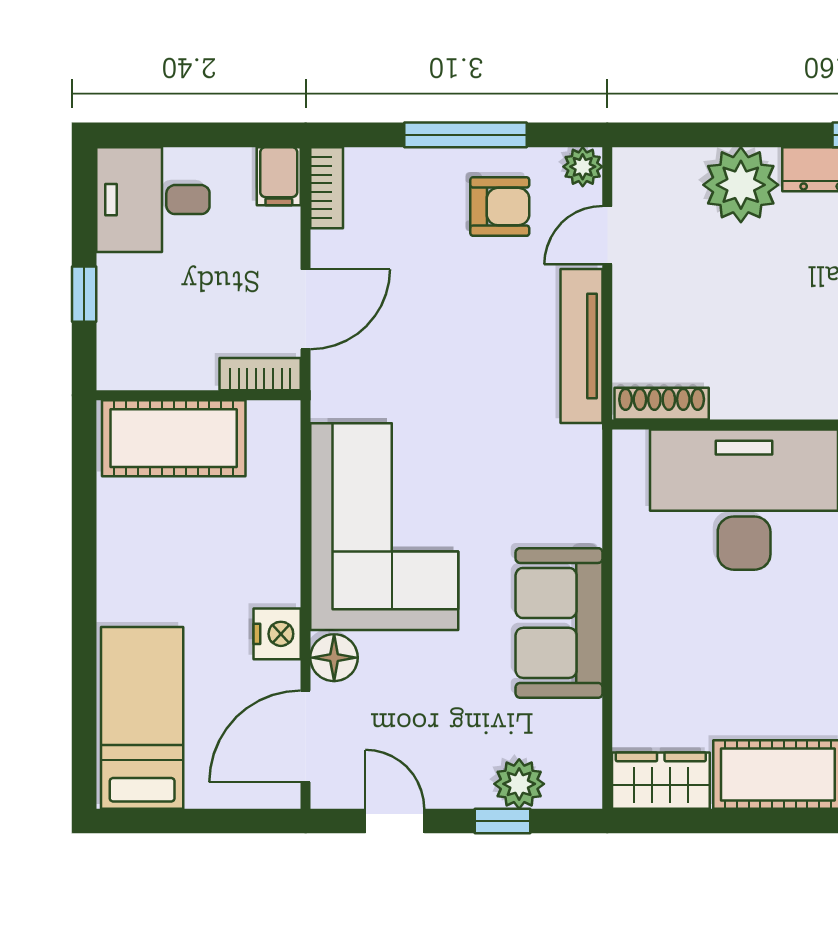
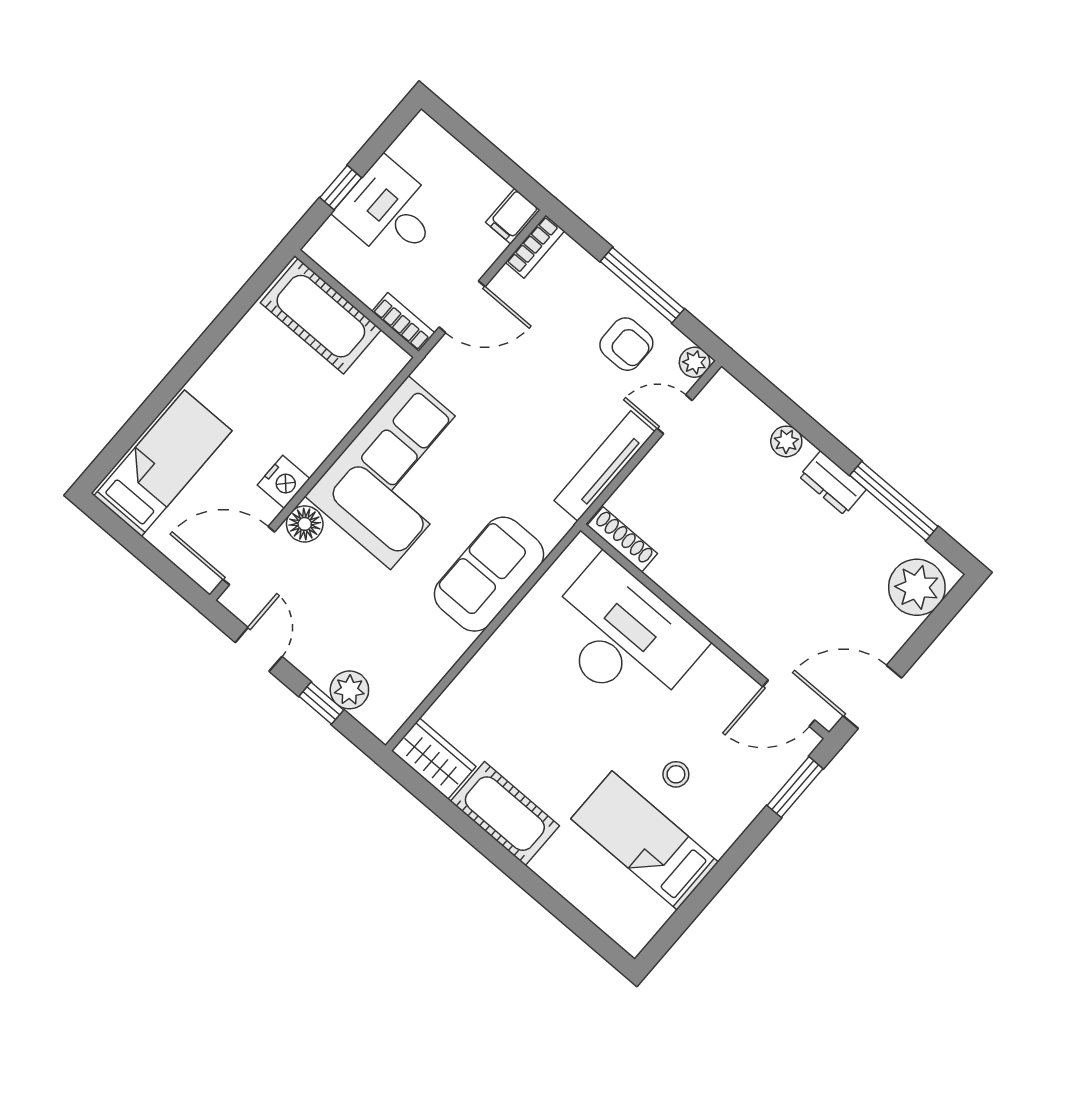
plant: (741, 185) -> (786, 441), width x0.53, depth x0.53
desk: (153, 200) -> (390, 211), moved
sofa: (559, 623) -> (489, 574), moved

